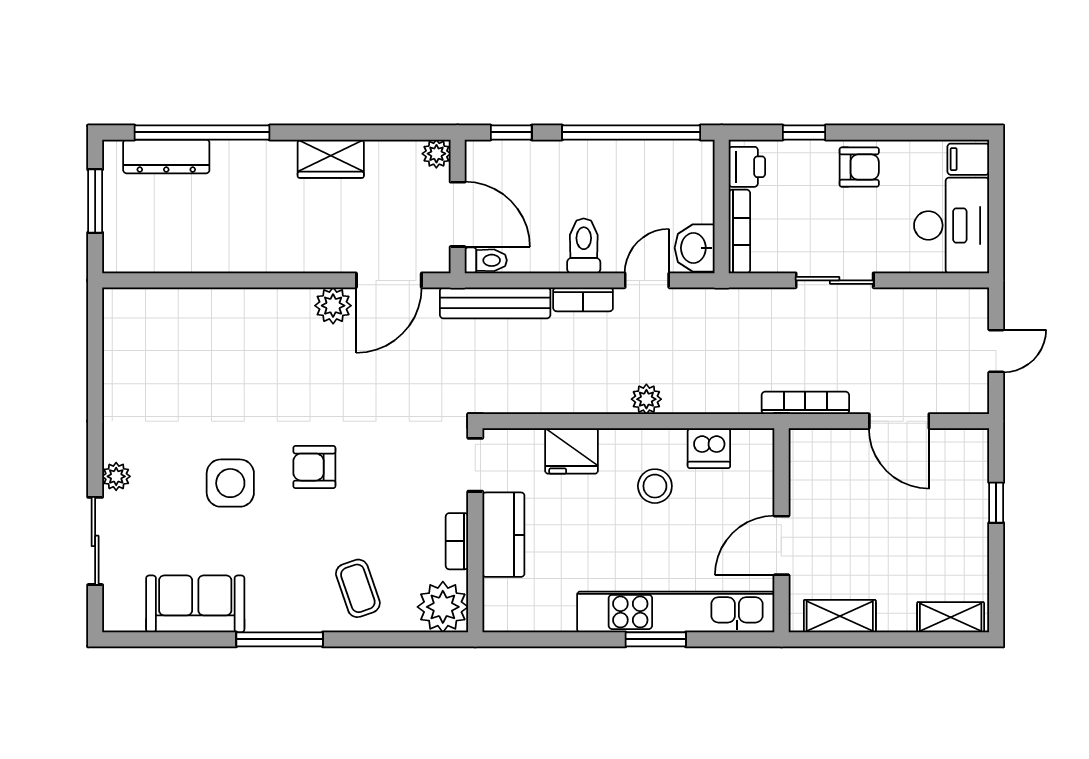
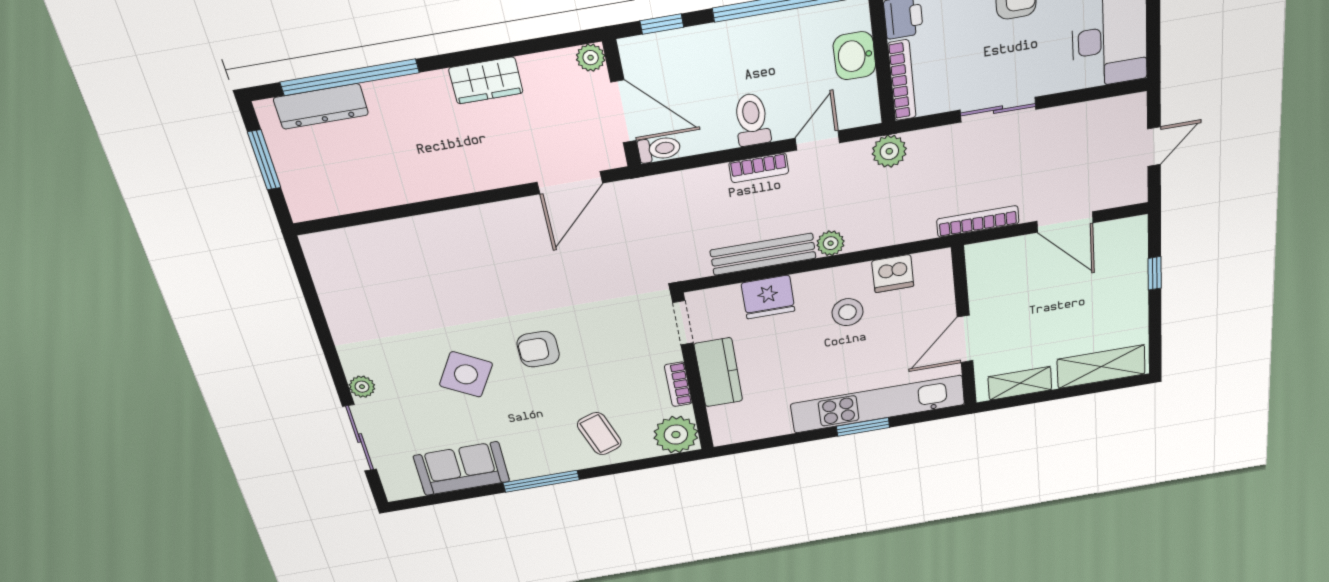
washbasin: (695, 248) -> (854, 56), moved
bench: (495, 303) -> (763, 254), moved
plant: (333, 306) -> (889, 151), moved
side table: (230, 483) -> (466, 374), turned 30
shelving: (951, 617) -> (1101, 367), width x1.50, depth x1.33

